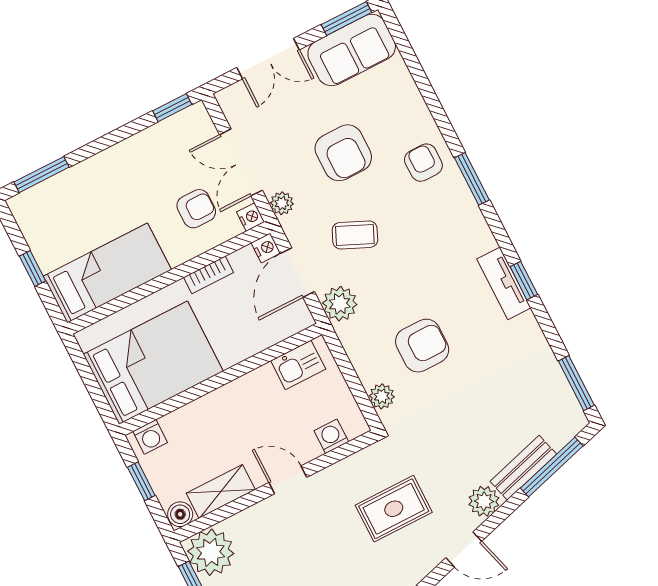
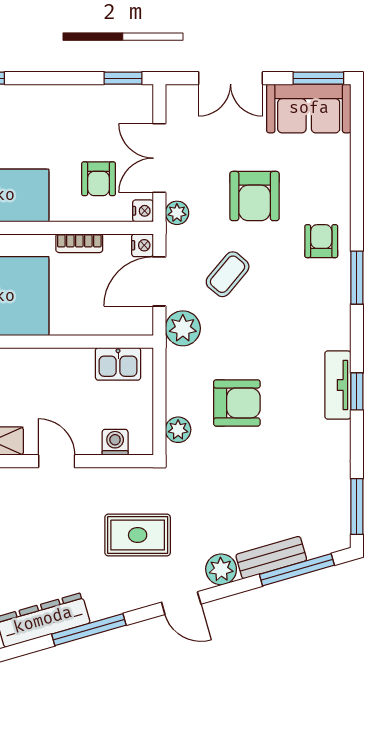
armchair: (196, 209) -> (99, 179), turned 90
coffee table: (355, 235) -> (228, 274), turned -74

